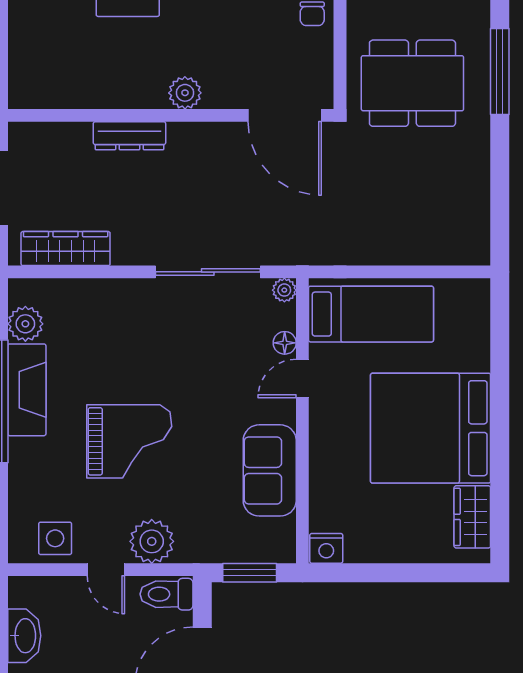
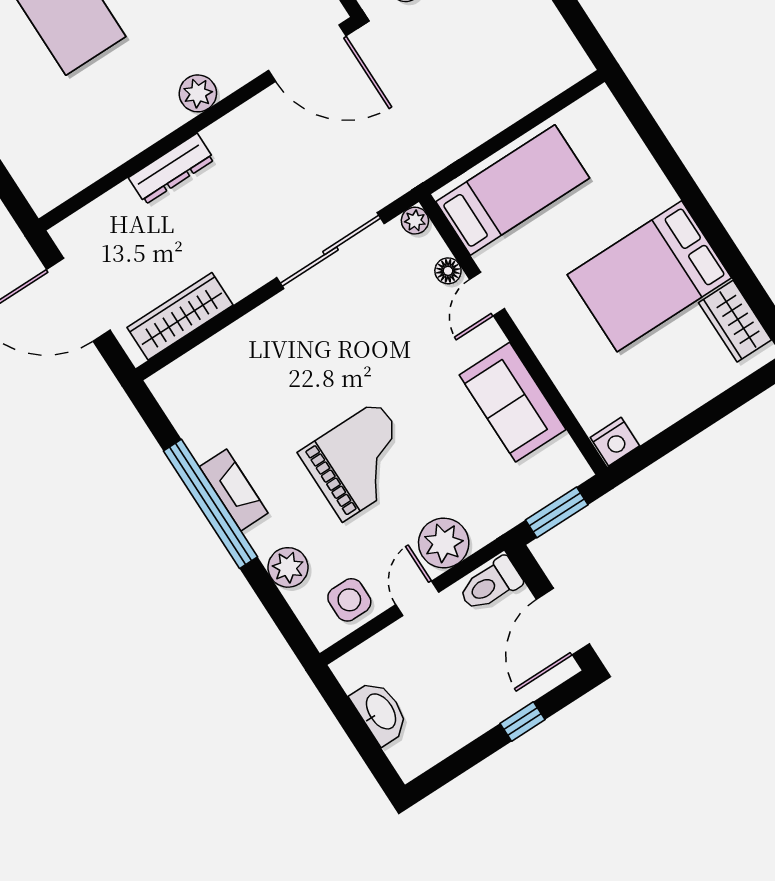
plant: (25, 324) -> (288, 567), moved
fireplace: (27, 390) -> (234, 490), width x0.73, depth x0.76
bed: (431, 428) -> (649, 276), width x0.73
door: (106, 570) -> (417, 598), swing flipped

